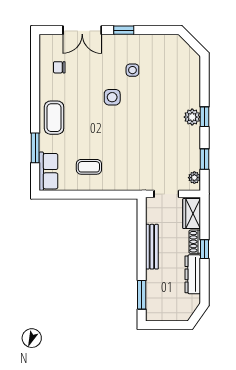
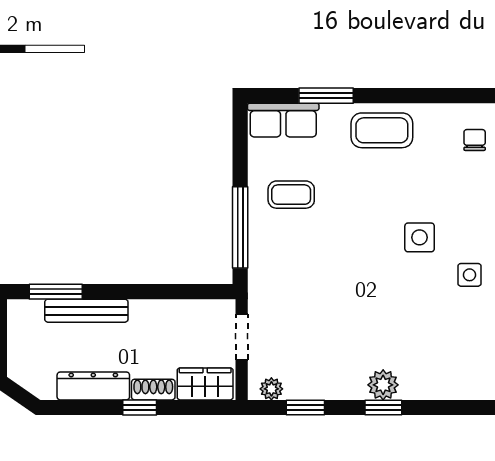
coffee table: (89, 167) -> (291, 195), turned 90
window: (107, 195) -> (240, 227), added
bench: (152, 247) -> (86, 311), moved

